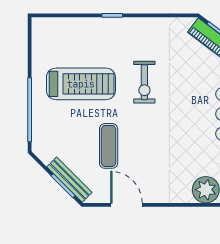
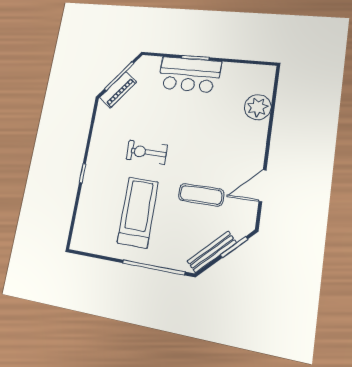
exercise bike: (144, 82) -> (147, 152), turned 180
bench: (69, 180) -> (212, 252), moved

